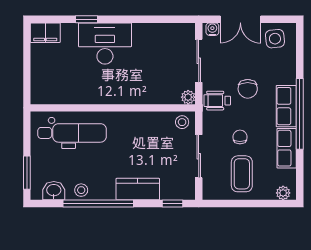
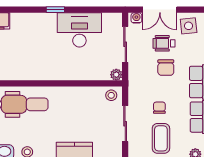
window: (86, 19) -> (55, 10), moved
desk: (105, 43) -> (79, 30), moved
wheelchair: (217, 101) -> (164, 43), moved

